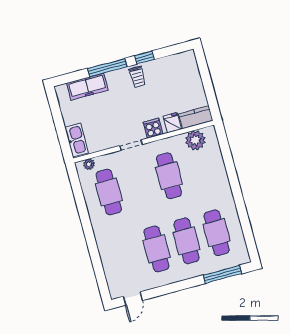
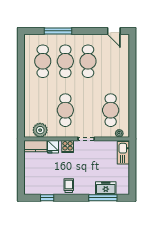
window: (144, 58) -> (47, 198), moved
window: (107, 68) -> (103, 198), moved
freezer: (87, 87) -> (106, 188), width x0.71
window: (222, 274) -> (58, 31), moved
door: (133, 298) -> (114, 31), swing flipped

